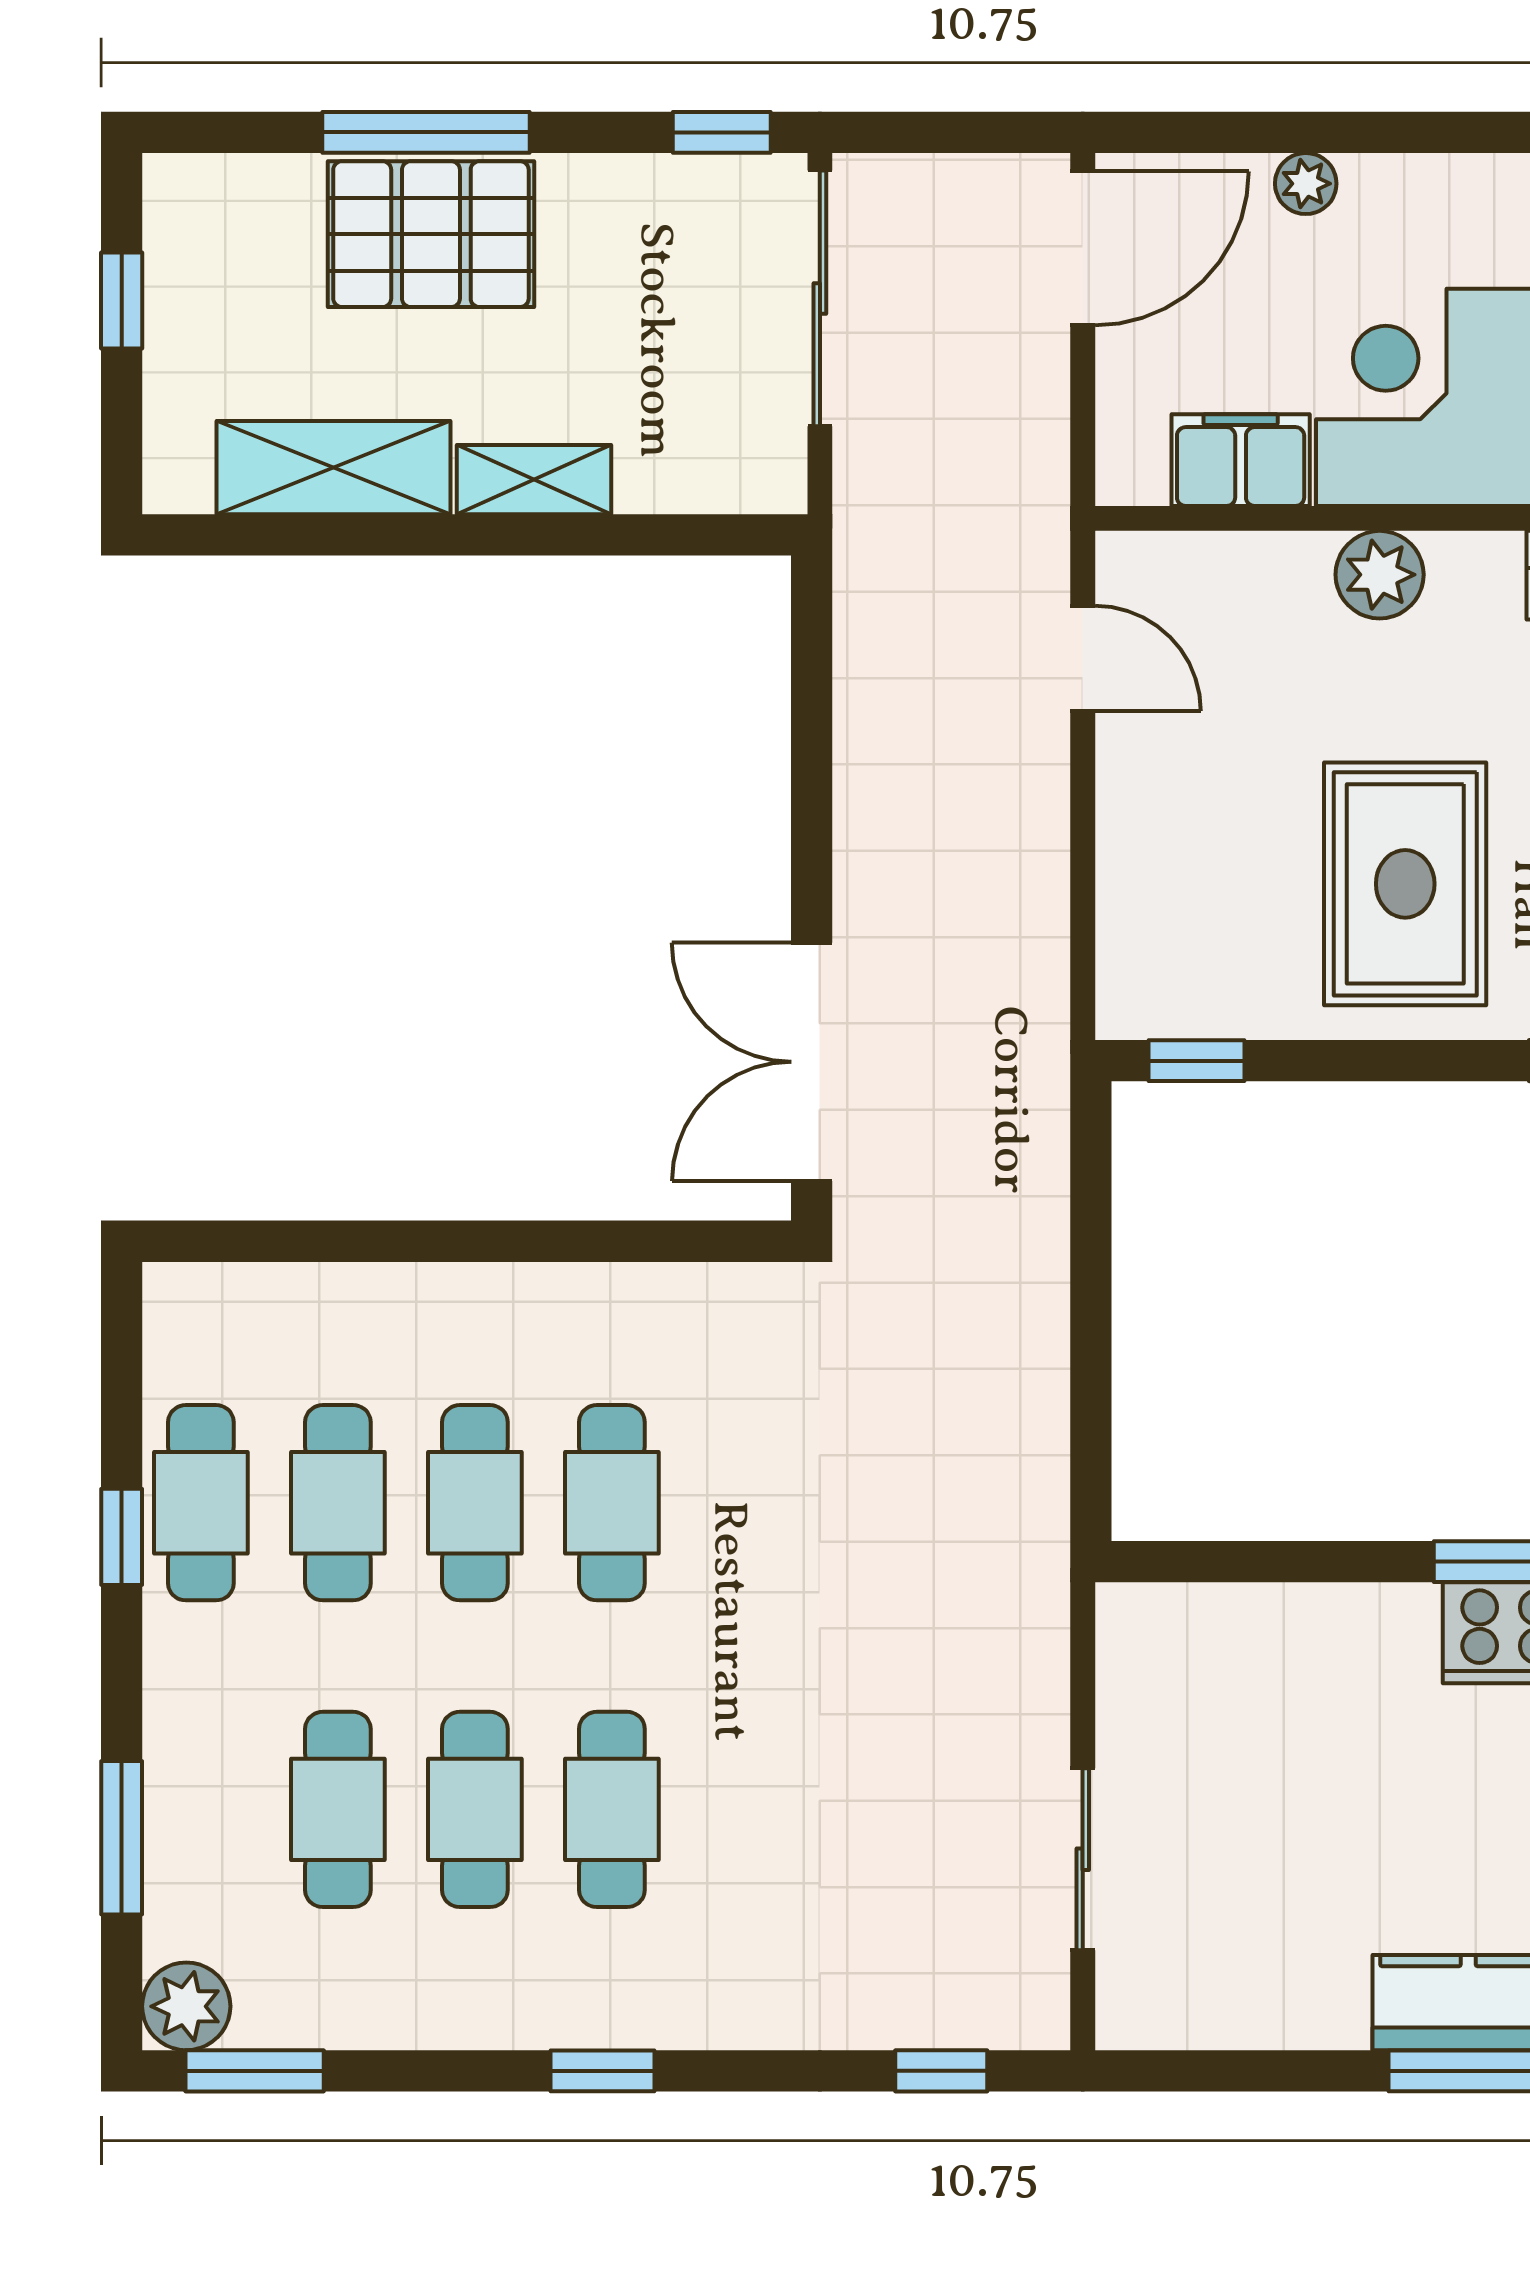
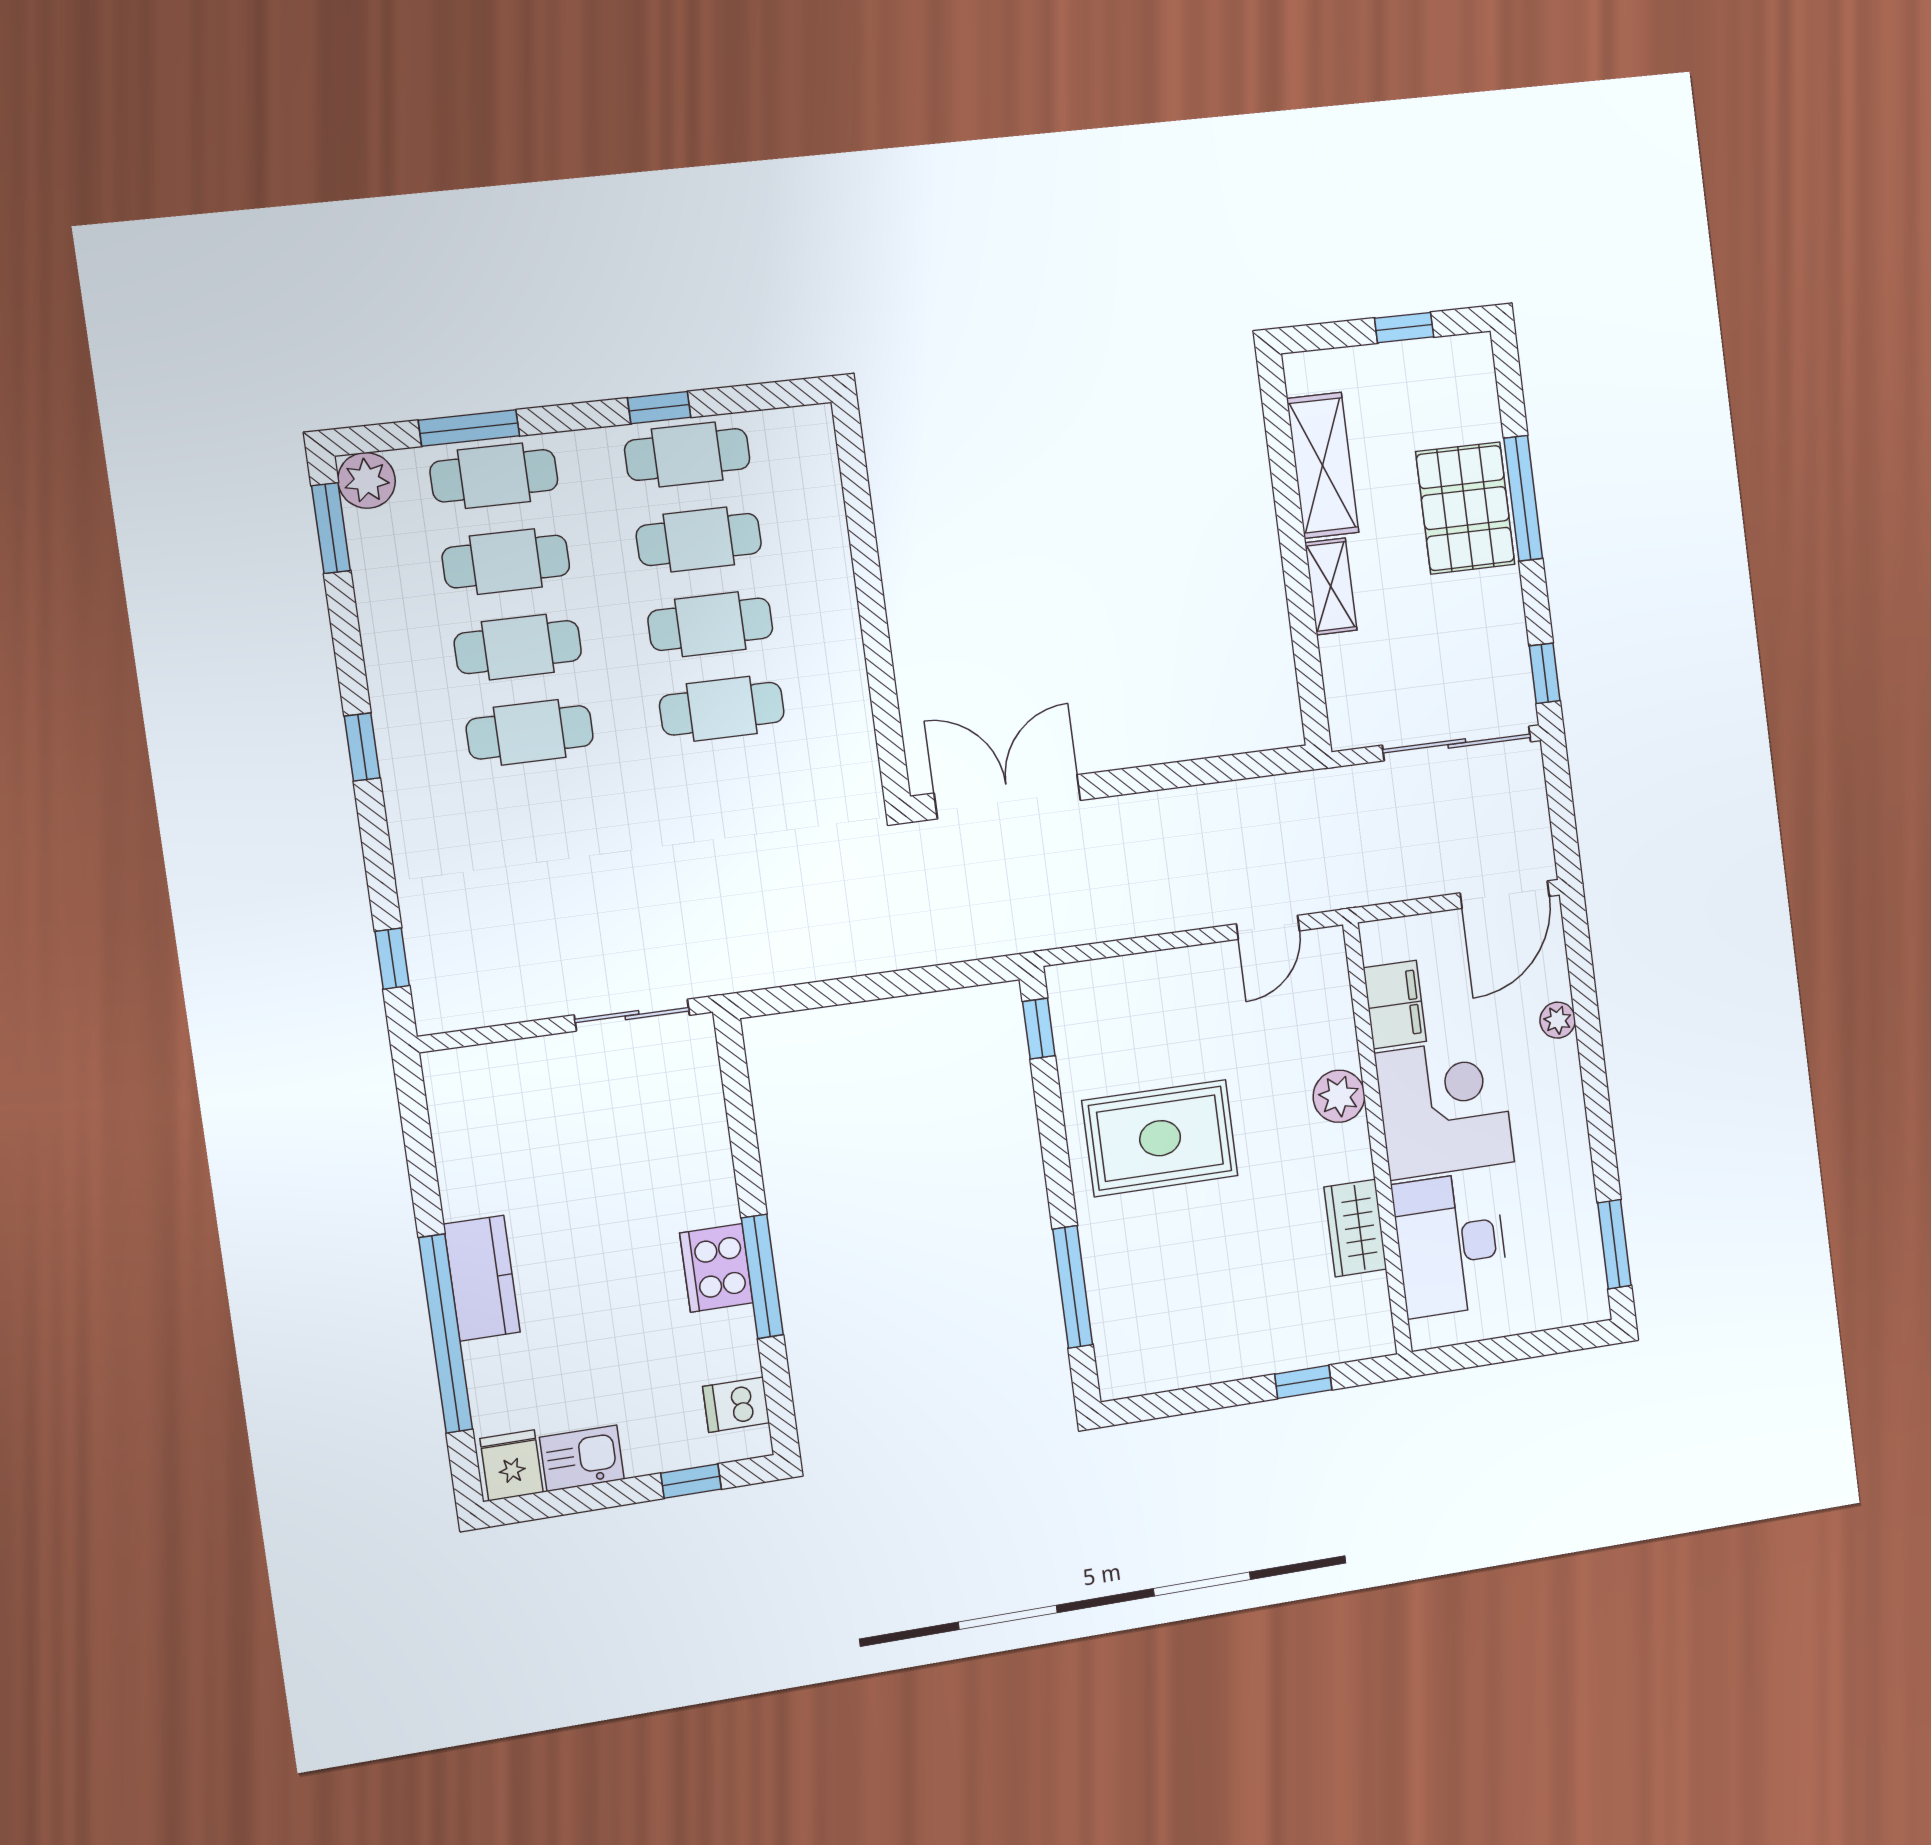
door: (1083, 248) -> (1505, 895), hinge flipped
cafe table: (201, 1809) -> (494, 476), added
sliding door: (1083, 1859) -> (632, 1015), moved

